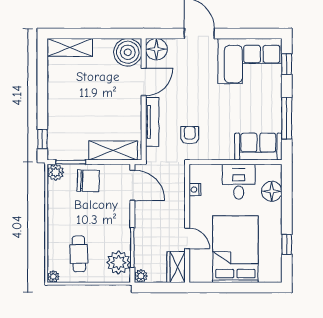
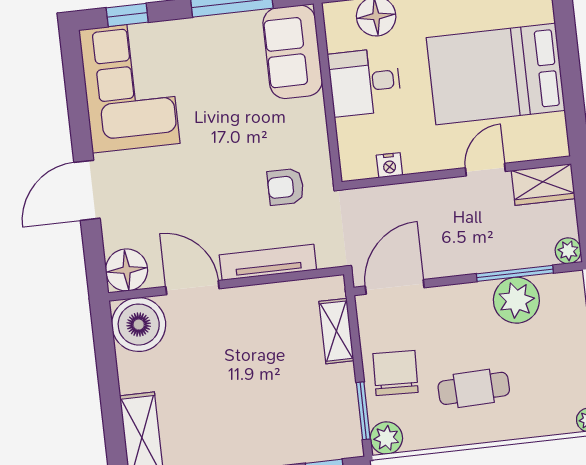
shelving: (113, 150) -> (336, 331), width x0.67, depth x0.75
cafe table: (79, 254) -> (474, 388), moved
plant: (119, 262) -> (516, 300), moved

